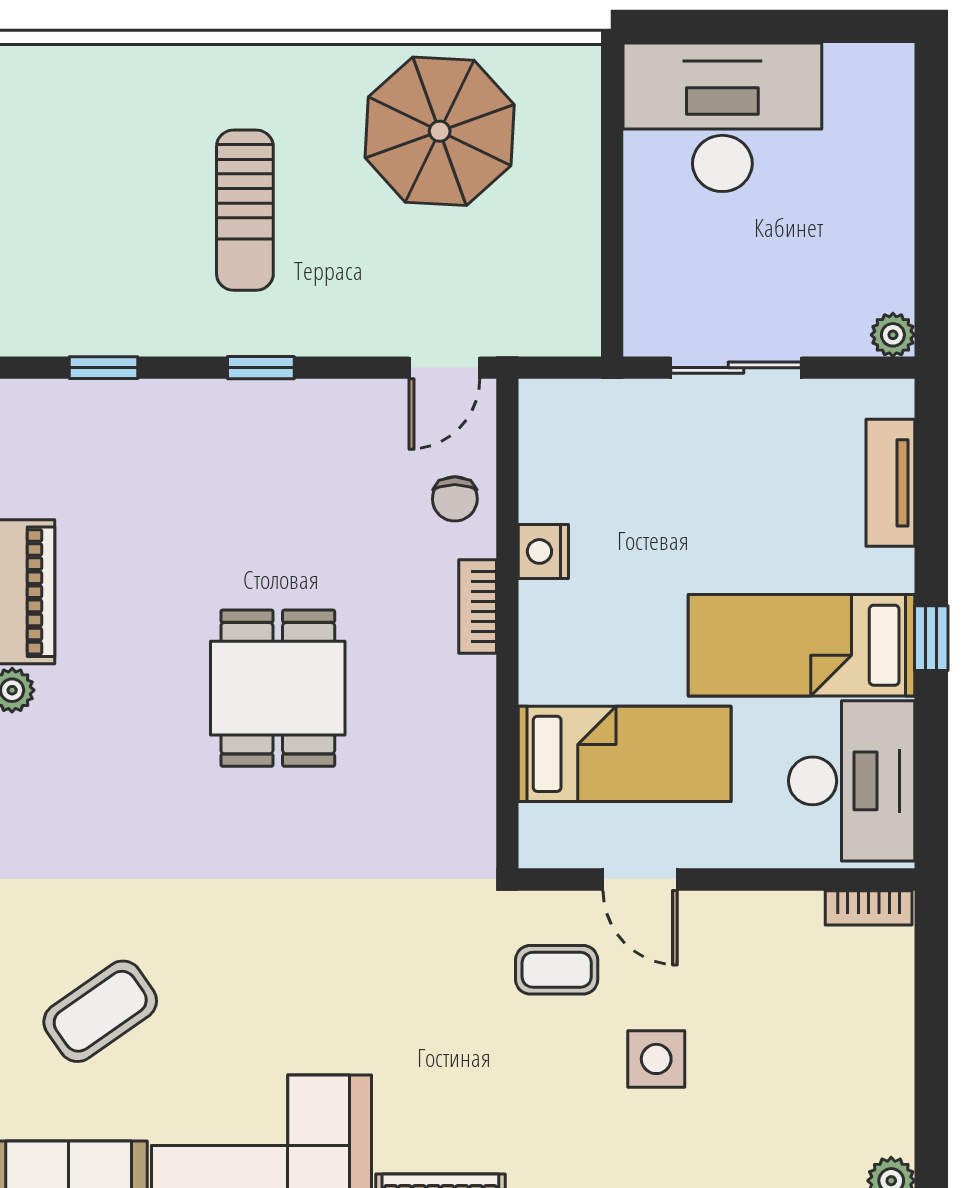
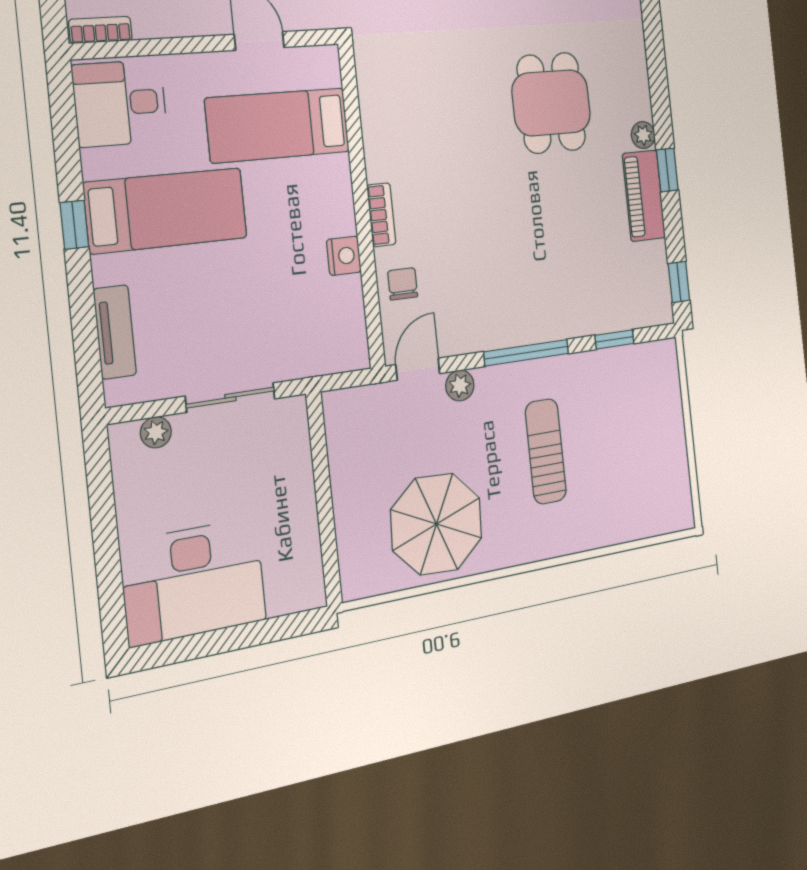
desk: (722, 117) -> (193, 582), moved
plant: (379, 333) -> (460, 385), added
plant: (893, 335) -> (156, 432), moved
window: (261, 368) -> (526, 353), width x2.17
dining table: (278, 688) -> (551, 103), moved
desk: (852, 781) -> (120, 103), width x0.73

